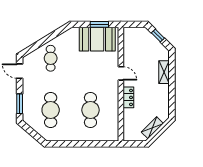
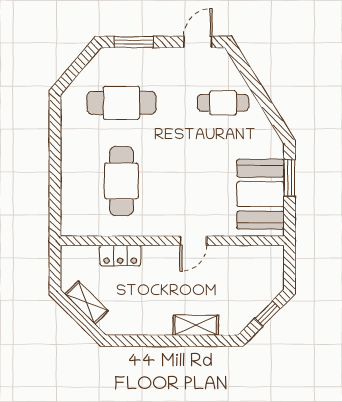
window: (99, 24) -> (289, 178), moved
locker: (128, 97) -> (120, 255), moved
cafe table: (90, 110) -> (121, 181), turned 90

